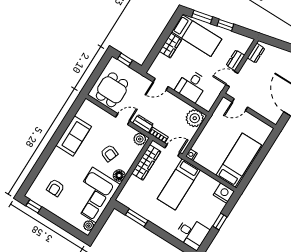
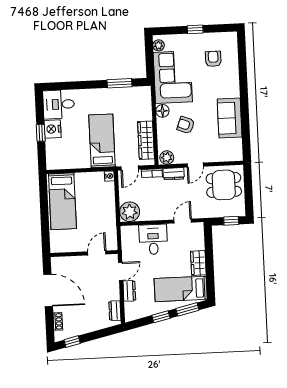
dining table: (112, 90) -> (224, 185), turned 90
nightstand: (224, 193) -> (53, 129), moved, turned 90
window: (34, 206) -> (195, 29), moved

